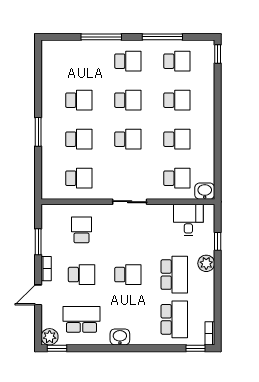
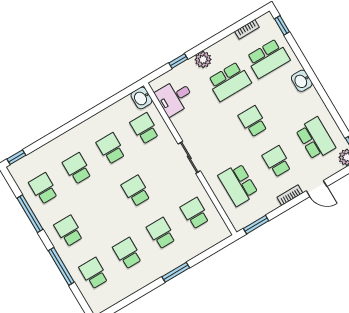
school desk: (128, 100) -> (94, 273), moved
school desk: (81, 230) -> (238, 185), width x1.85
window: (38, 242) -> (256, 225), moved
school desk: (174, 275) -> (229, 81), turned 180
school desk: (81, 319) -> (316, 139), turned 180
school desk: (174, 319) -> (268, 58), turned 180
bookcase: (210, 333) -> (247, 29), moved
washbasin: (120, 337) -> (302, 81), moved

